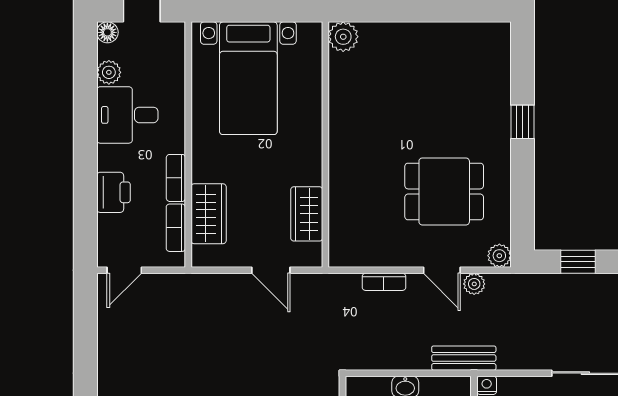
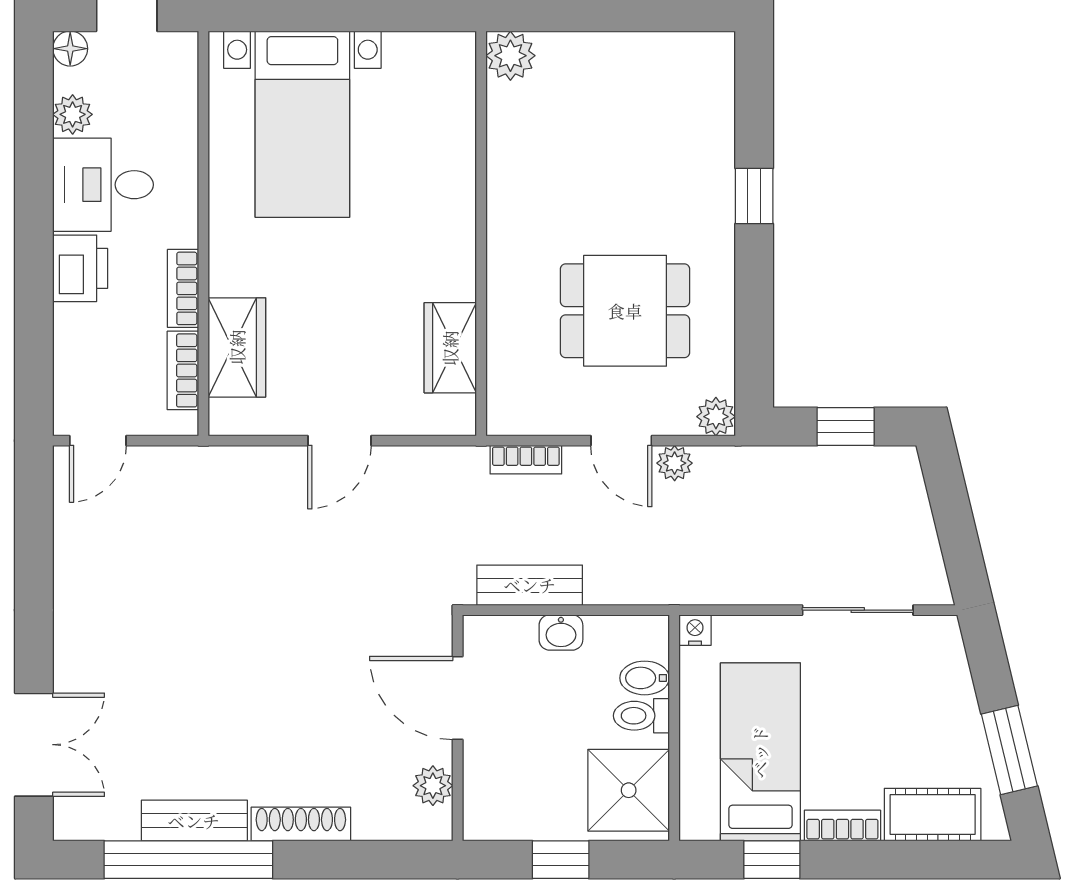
plant: (343, 37) -> (510, 56), moved
wall: (325, 145) -> (481, 233), moved
printer: (113, 192) -> (80, 268), moved
wardrobe: (307, 214) -> (450, 348), moved
door: (271, 270) -> (340, 441), hinge flipped
bench: (464, 358) -> (530, 585), moved

